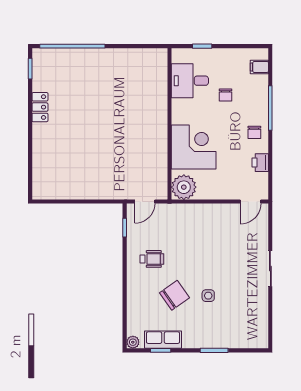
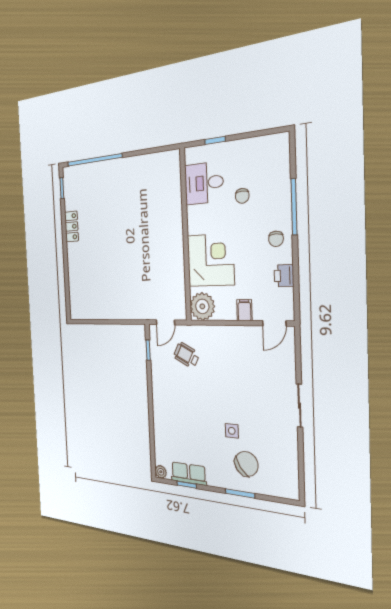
filing cabinet: (259, 67) -> (244, 310), moved, turned 90
wheelchair: (152, 259) -> (186, 355), moved, turned -153
chair: (175, 295) -> (246, 464), moved

